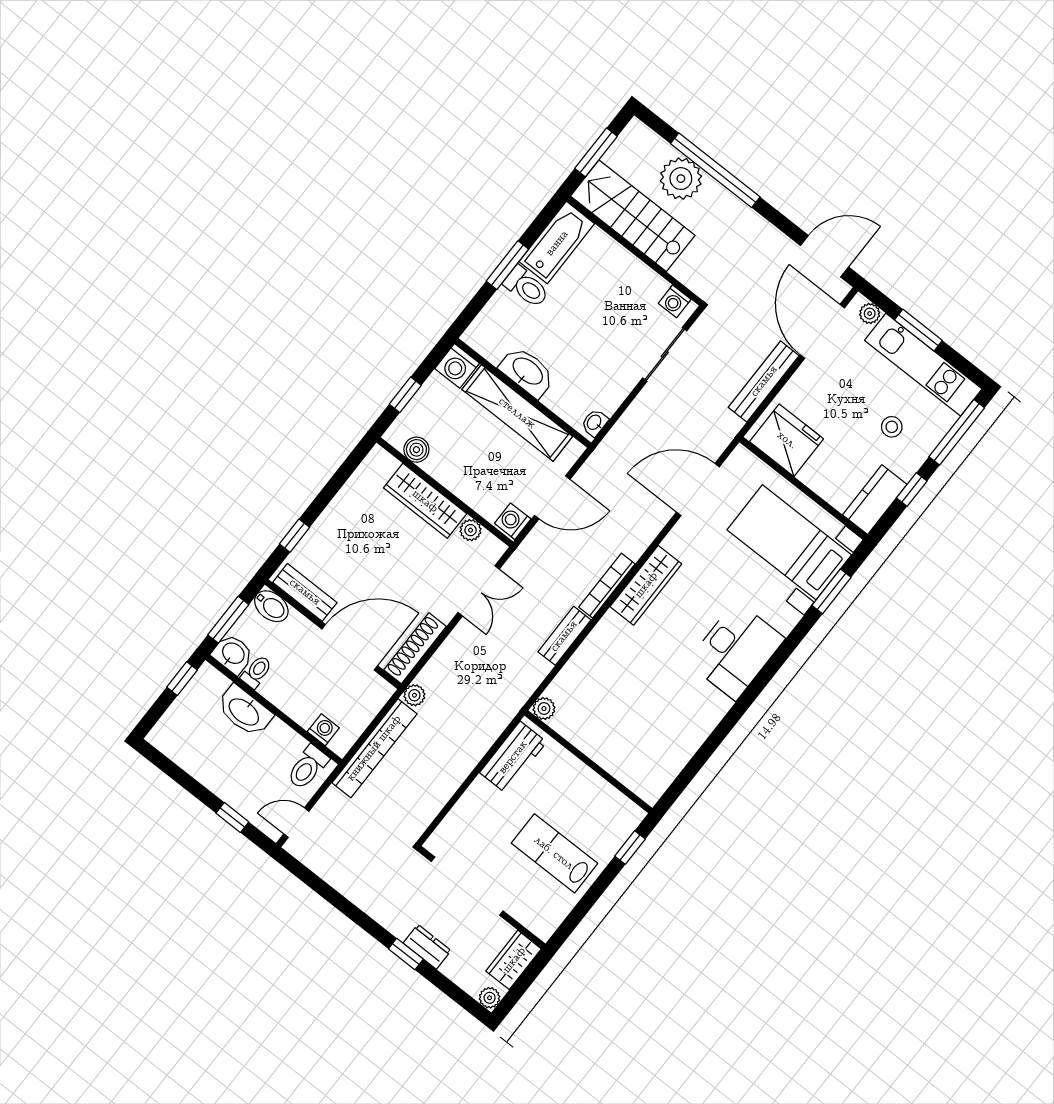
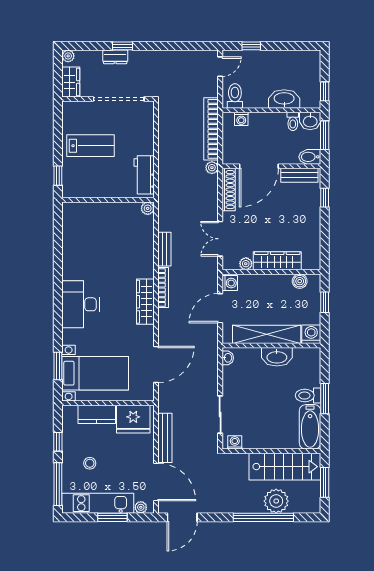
kitchen counter: (875, 500) -> (97, 414), moved, turned 90

